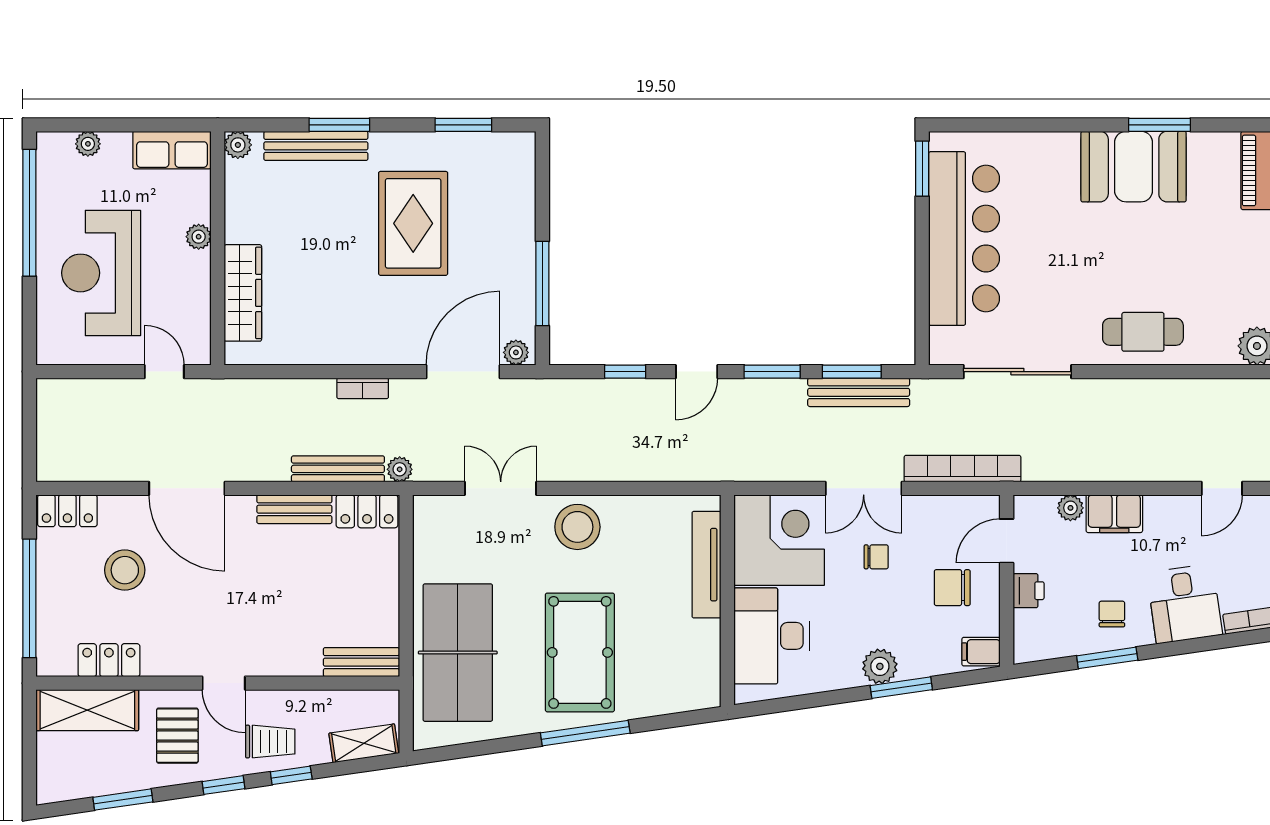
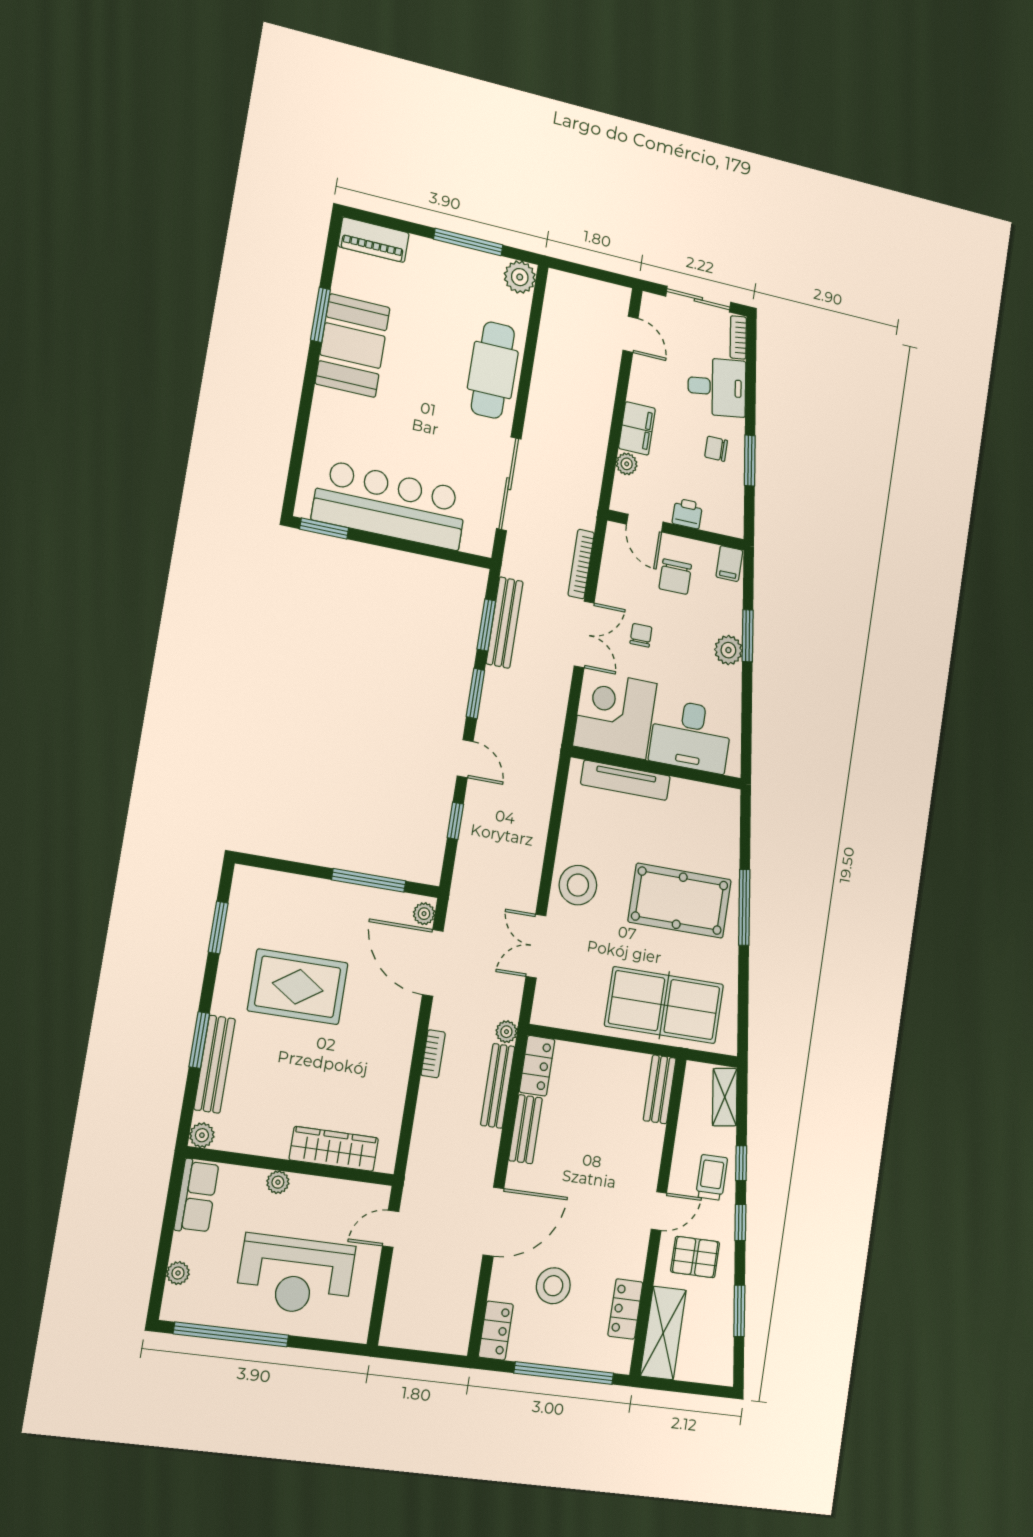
cafe table: (1143, 332) -> (493, 370), width x1.37, depth x1.35
bookcase: (962, 469) -> (581, 564), width x0.68, depth x0.76

